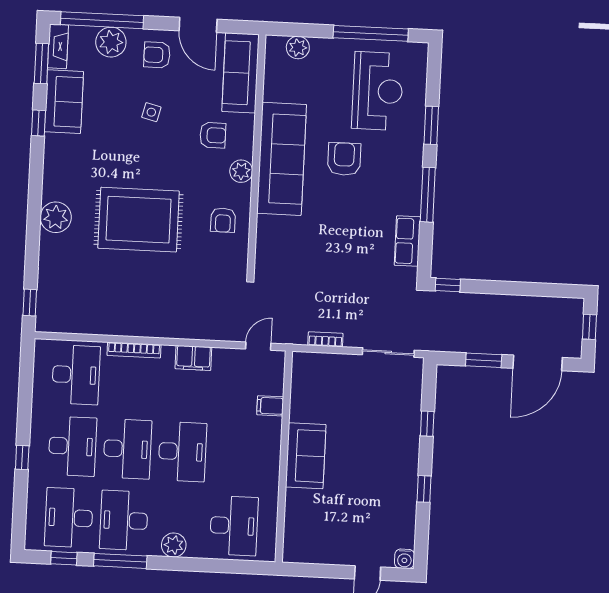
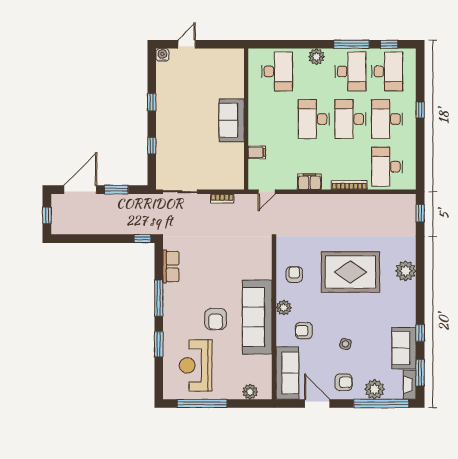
desk: (234, 526) -> (277, 71), turned 180

